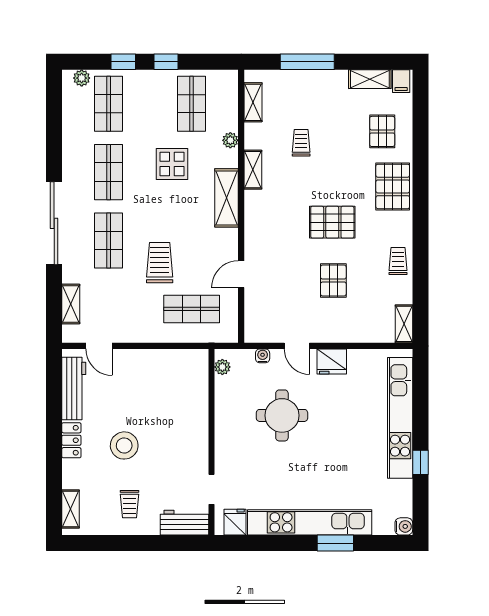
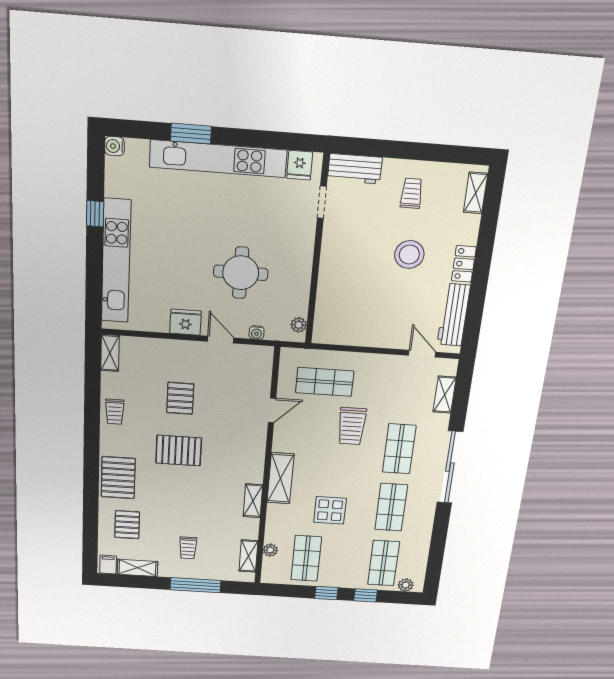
plant: (230, 140) -> (270, 550), moved
trolley: (301, 143) -> (188, 548), moved

